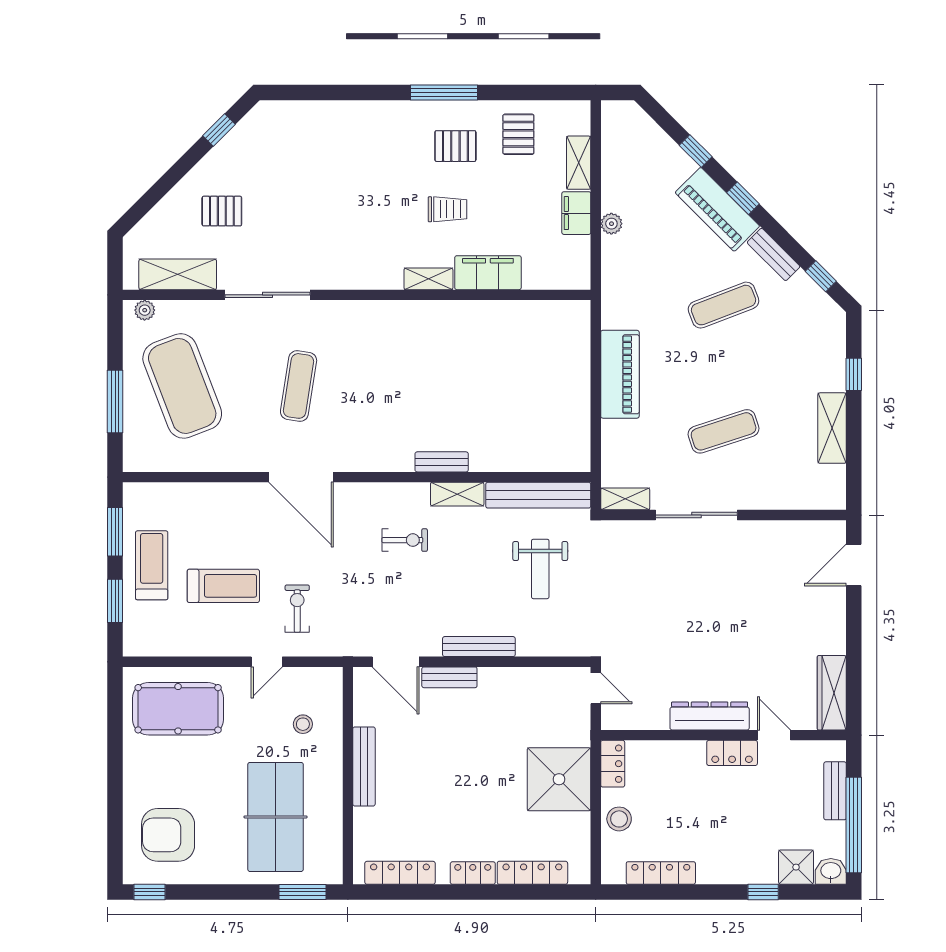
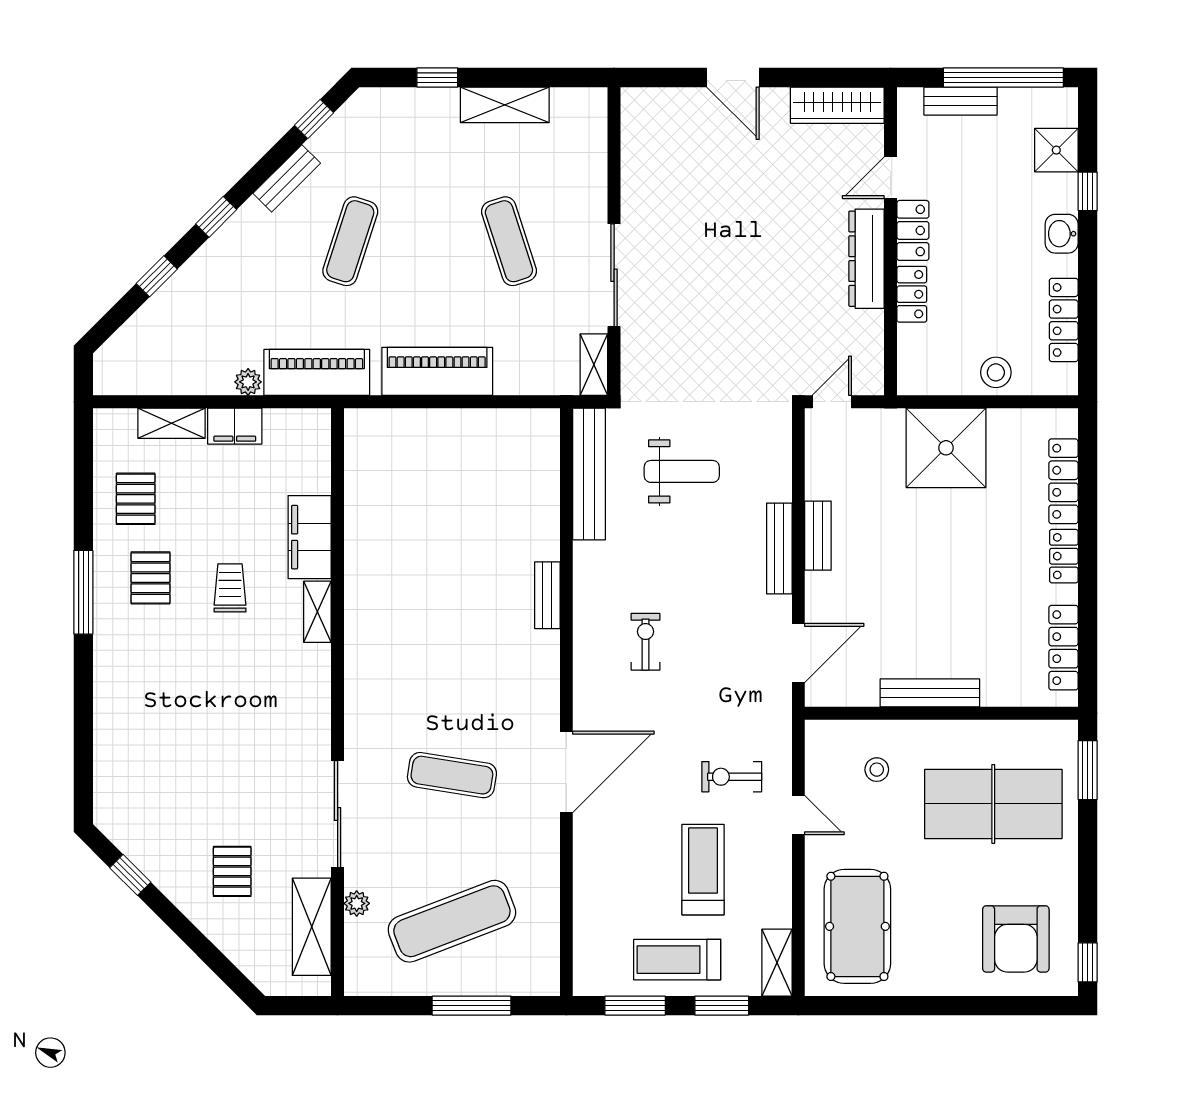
pallet: (518, 134) -> (136, 499), turned 90
piano: (717, 209) -> (317, 372), moved, turned -135
exercise mat: (724, 305) -> (350, 241), turned 39
plant: (145, 310) -> (357, 903), moved
exercise mat: (182, 386) -> (452, 921), width x0.68
shelving: (457, 494) -> (777, 963), moved
door: (854, 565) -> (733, 78), moved
bench: (449, 677) -> (818, 536), moved
locker: (613, 764) -> (912, 294), moved, turned 90
washbasin: (831, 871) -> (1062, 234), moved

